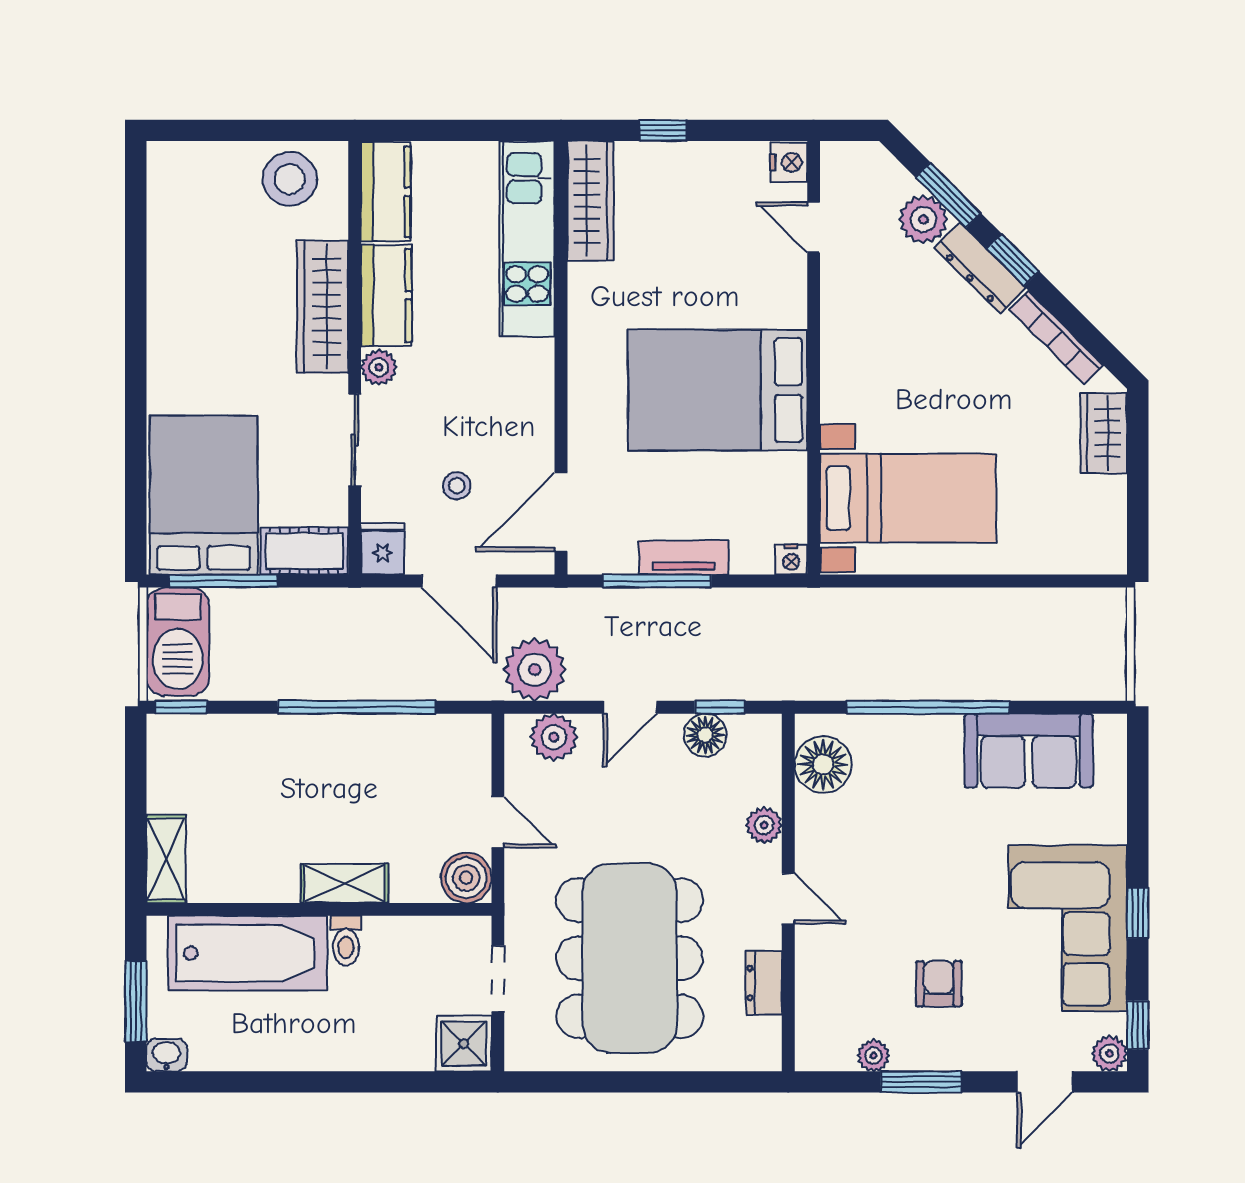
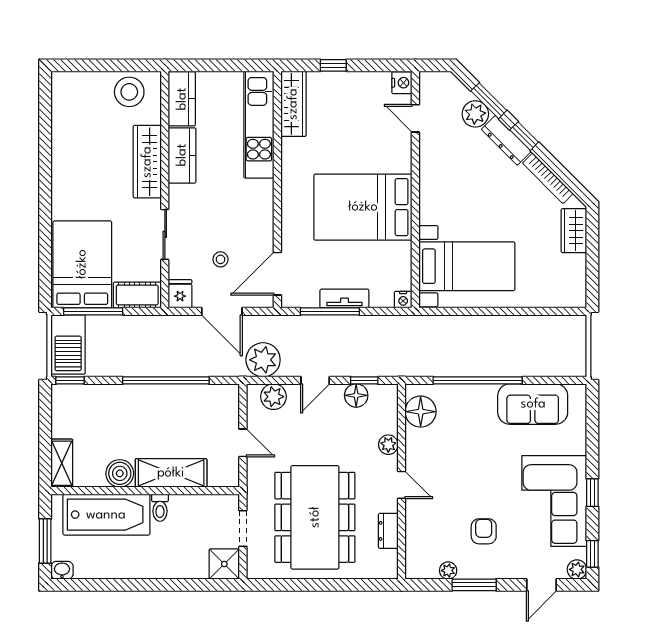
plant: (379, 367) -> (178, 195), removed
boiler: (466, 878) -> (120, 473), moved
shelving: (345, 883) -> (171, 473), width x1.50, depth x1.33

